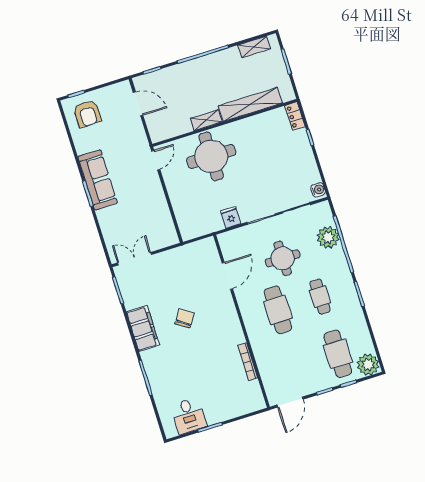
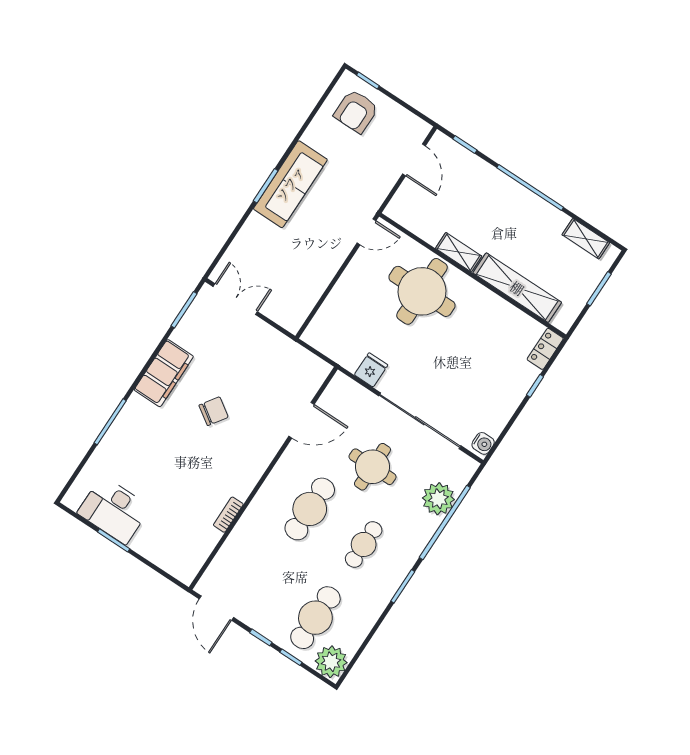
bookcase: (248, 362) -> (228, 515), width x0.64
door: (290, 402) -> (216, 608), hinge flipped
desk: (189, 416) -> (114, 510), width x1.37

